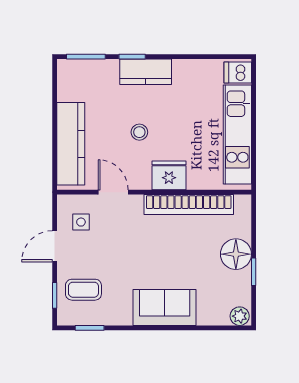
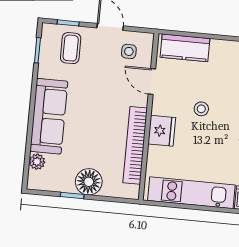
kitchen counter: (71, 144) -> (185, 48), width x0.67
door: (113, 192) -> (152, 81), swing flipped
sofa: (165, 307) -> (49, 116), width x1.36
plant: (240, 316) -> (37, 162), moved

